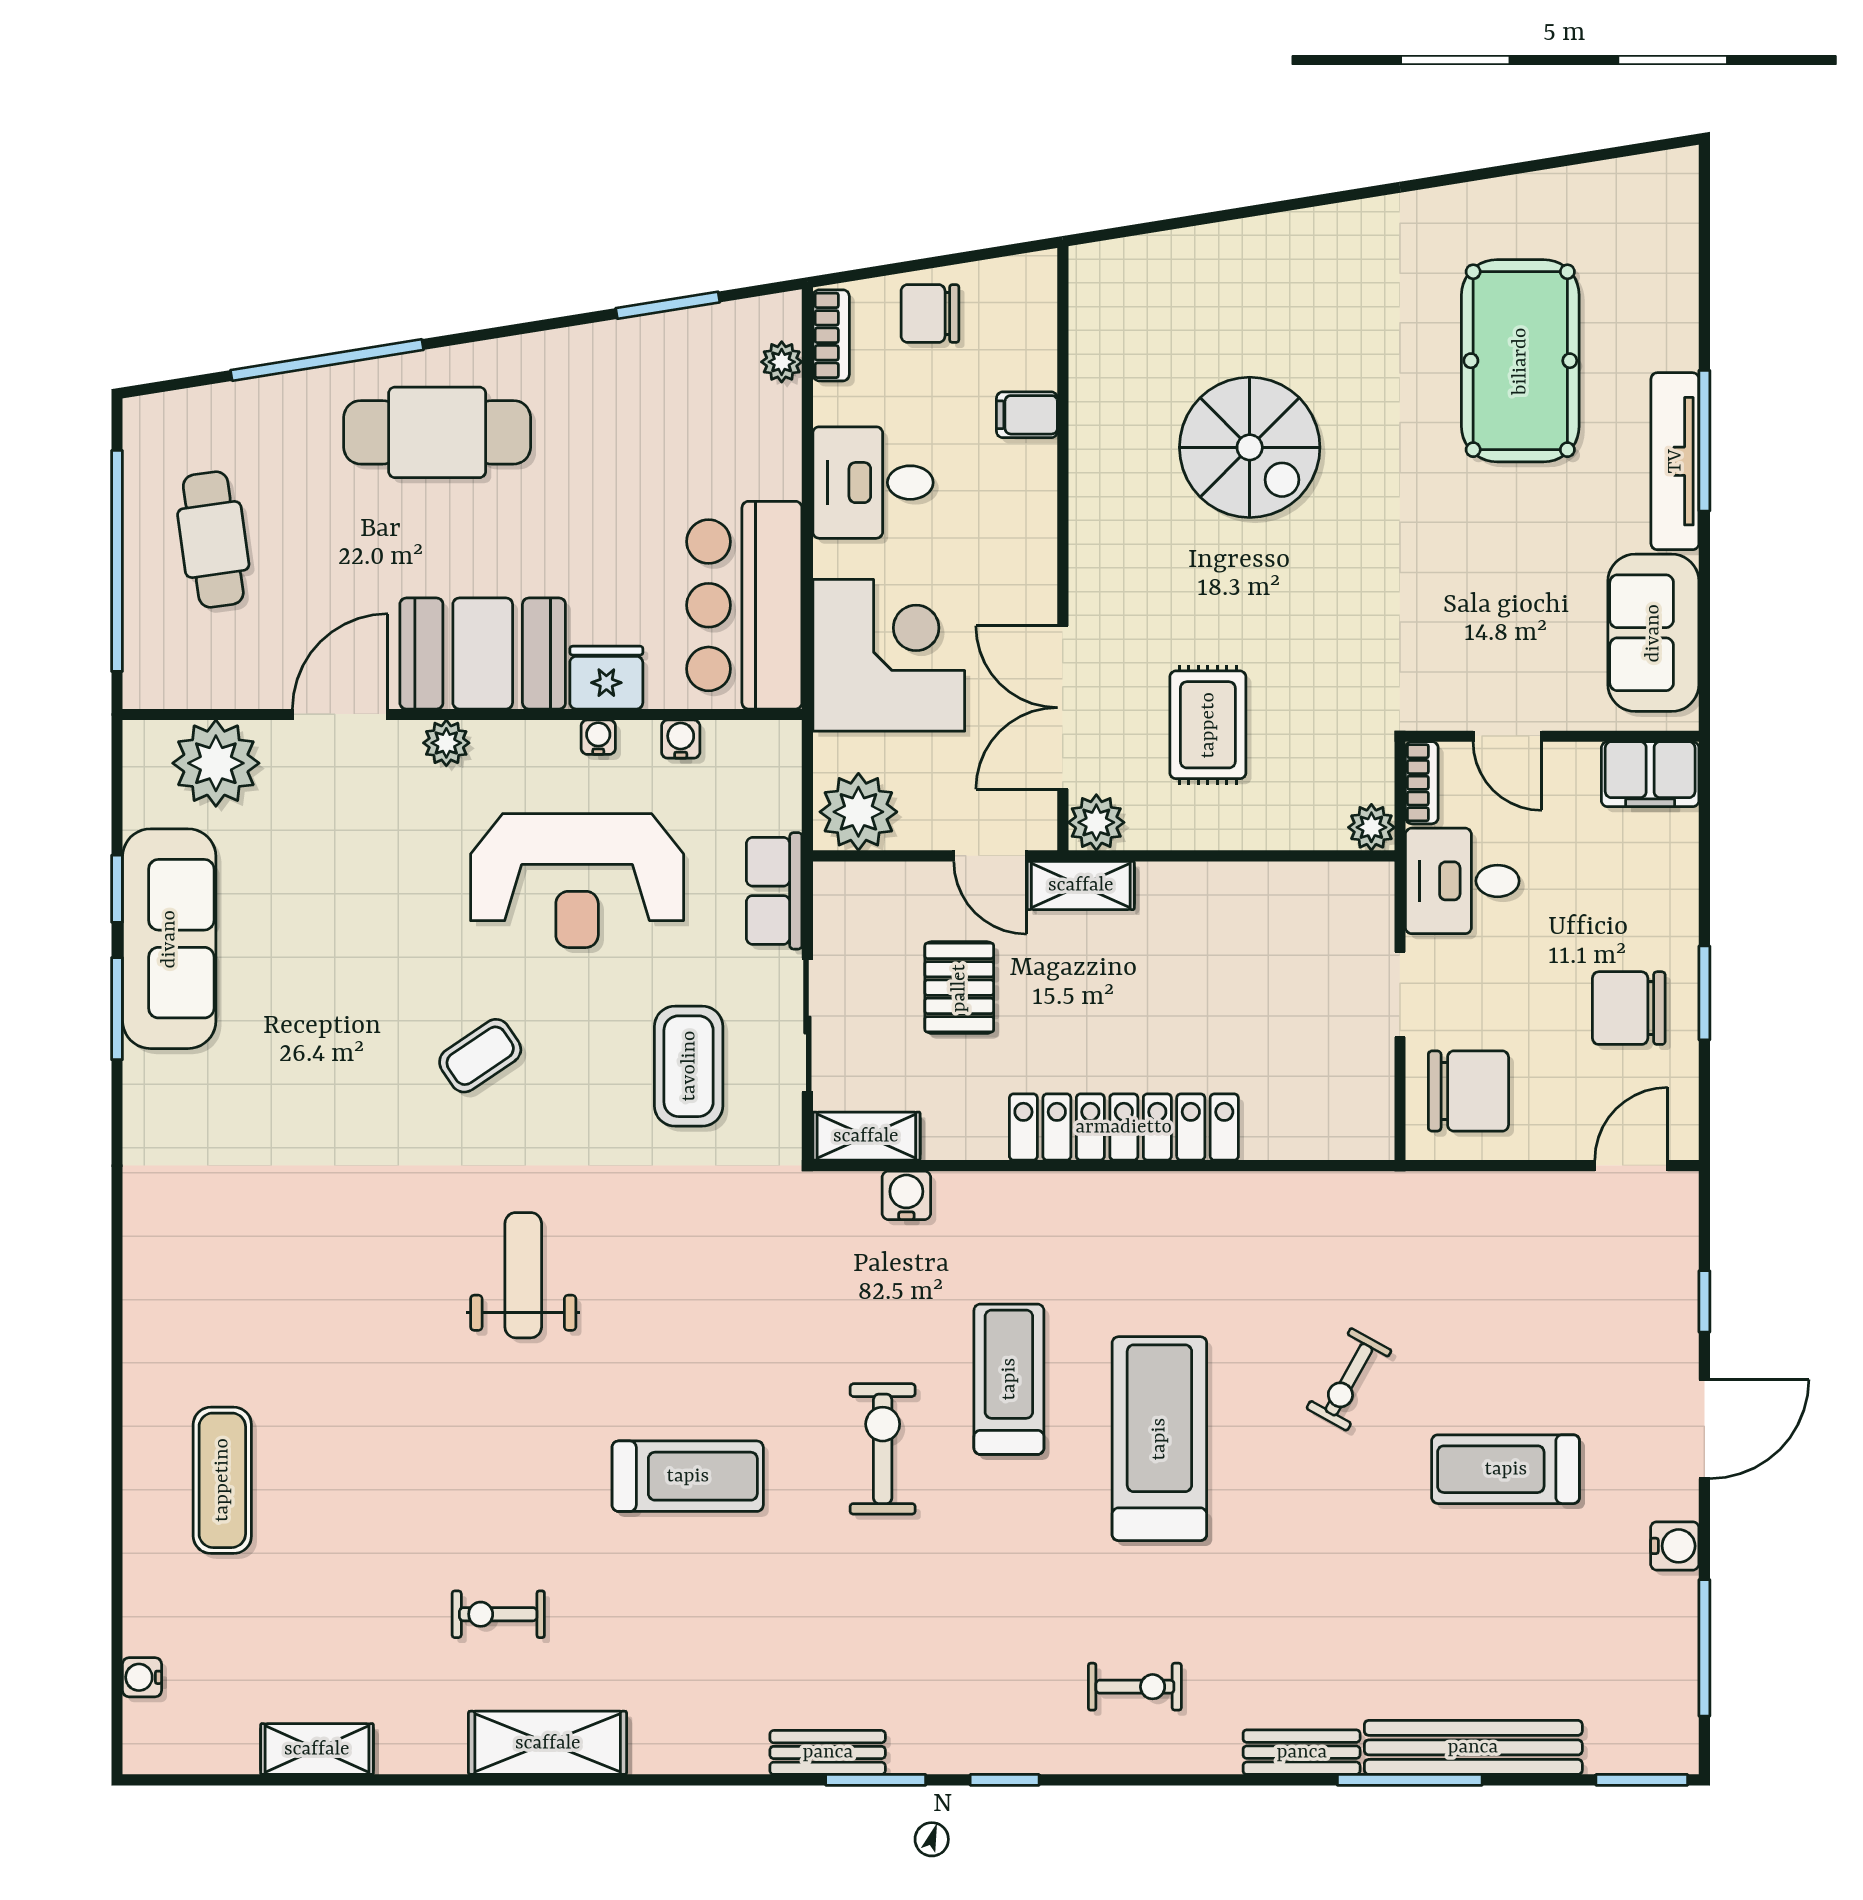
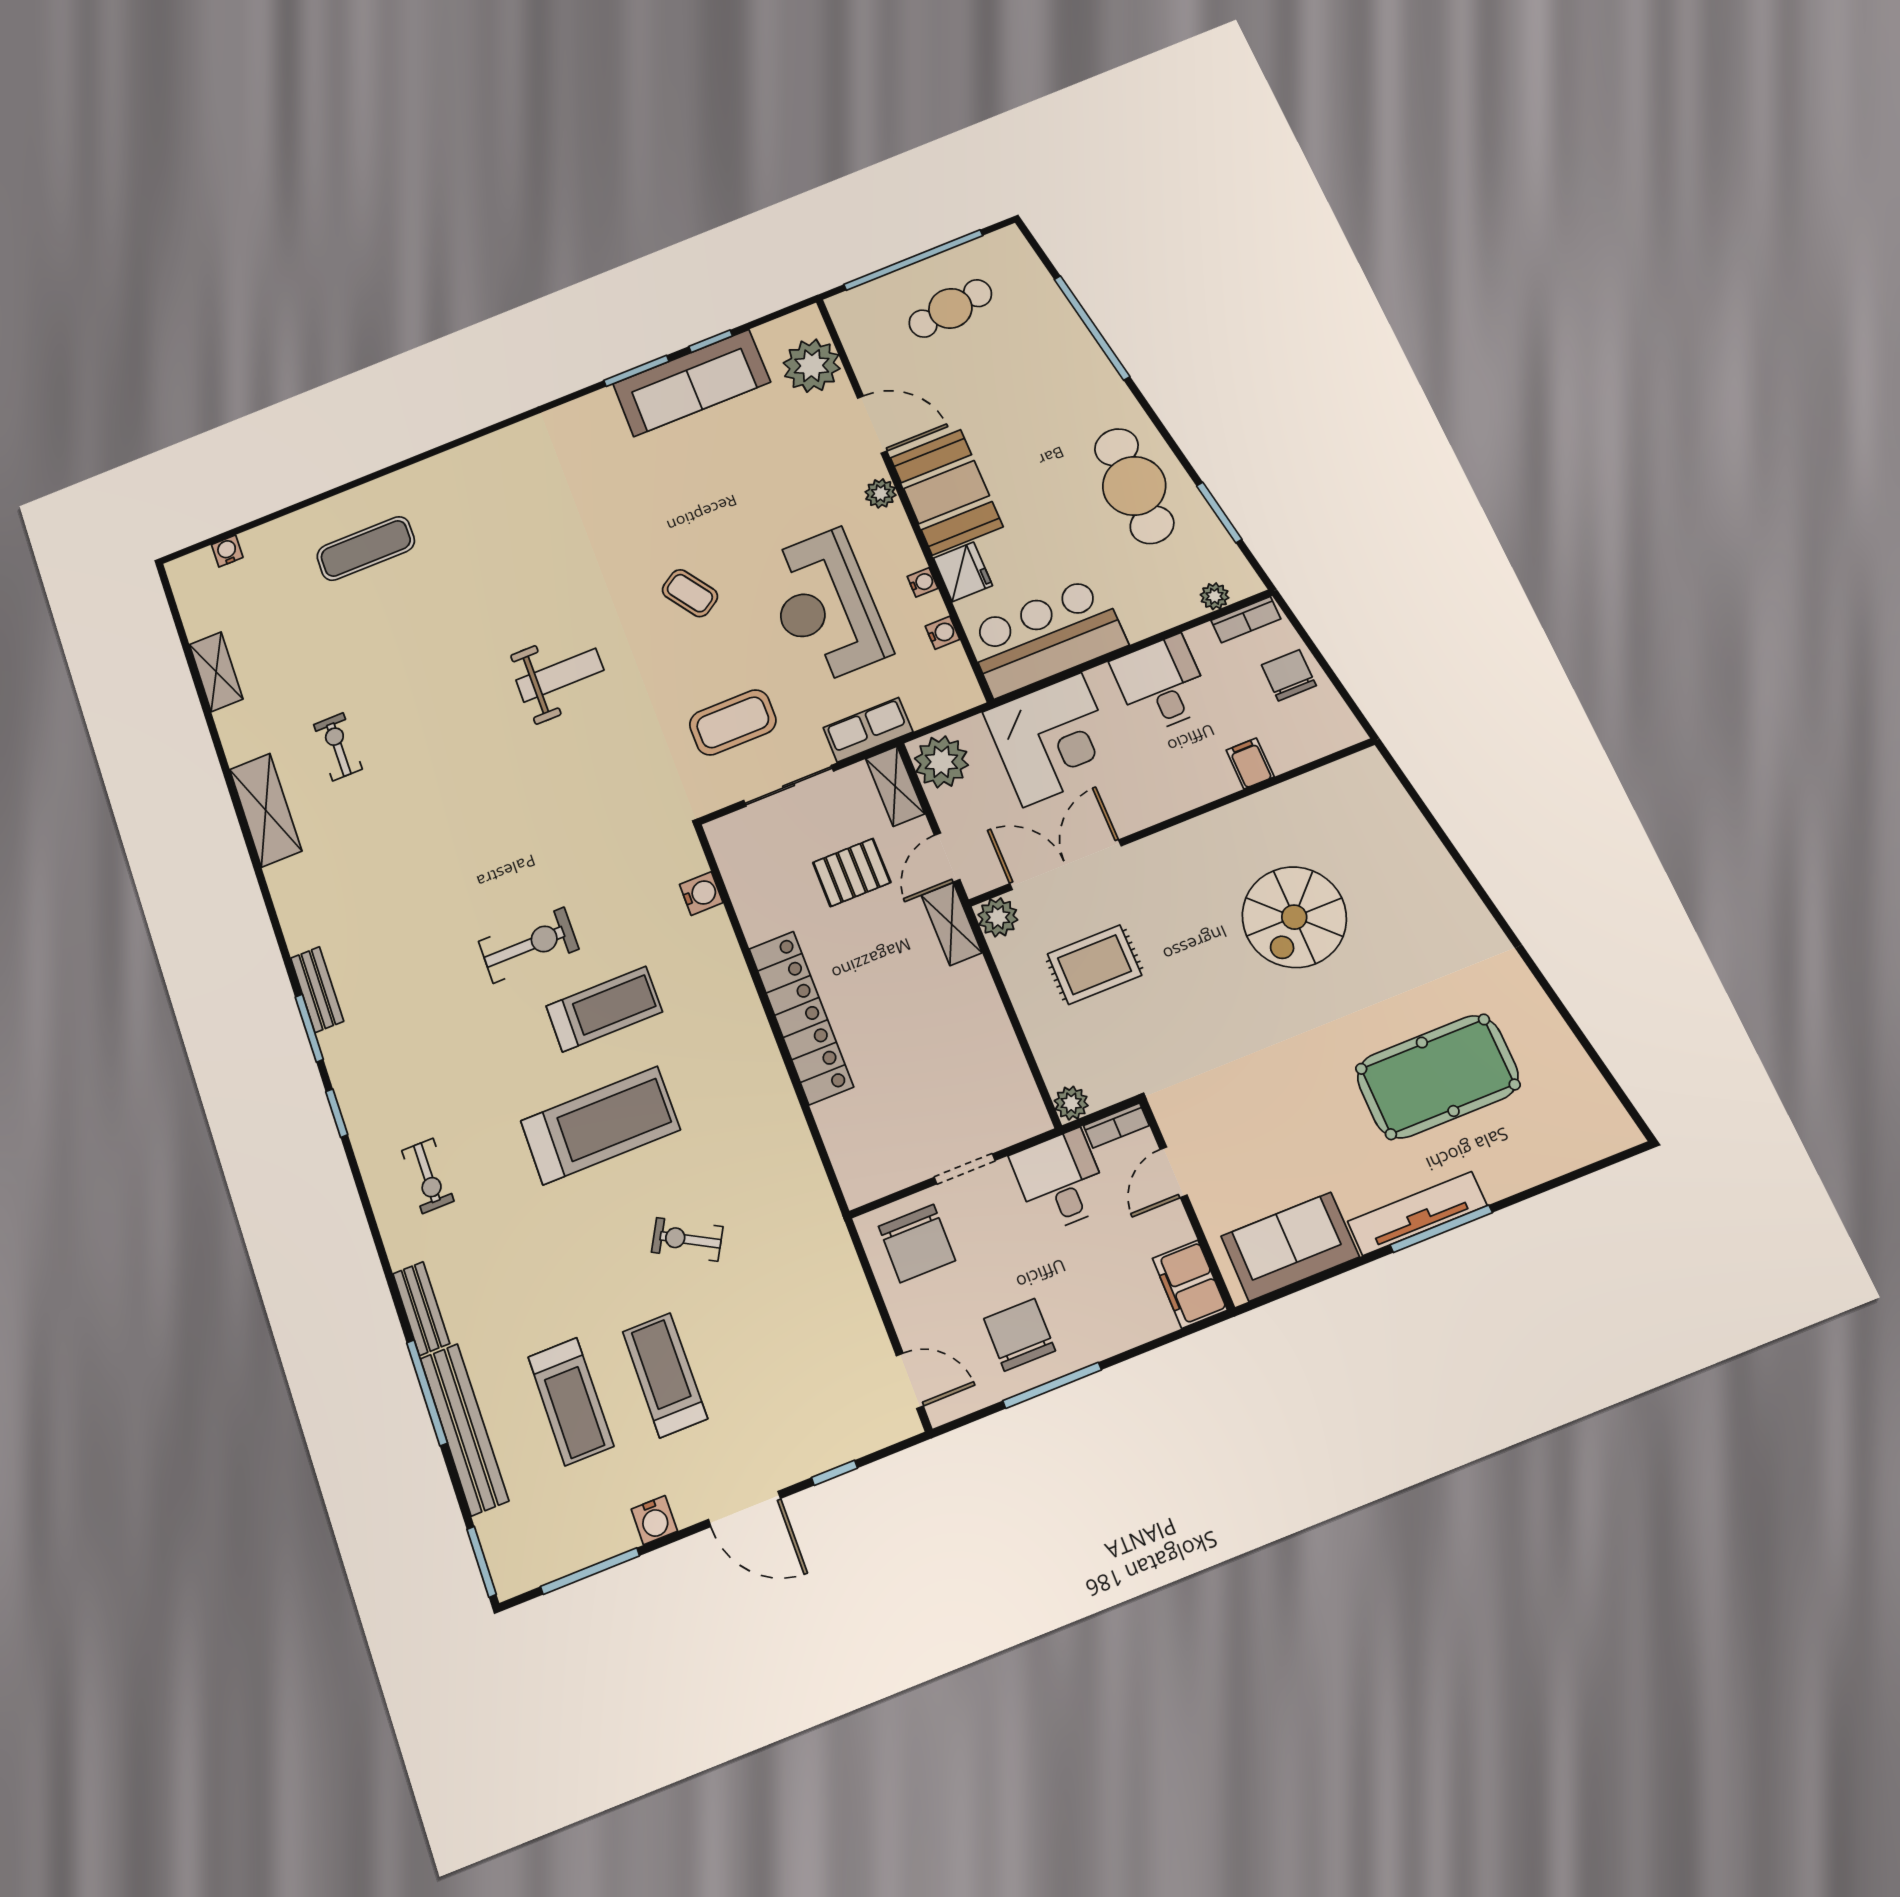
cafe table: (437, 432) -> (1134, 486), moved
window: (1704, 993) -> (1052, 1385), width x1.44
shelving: (866, 1136) -> (895, 786), moved
treadmill: (688, 1476) -> (571, 1402), moved

